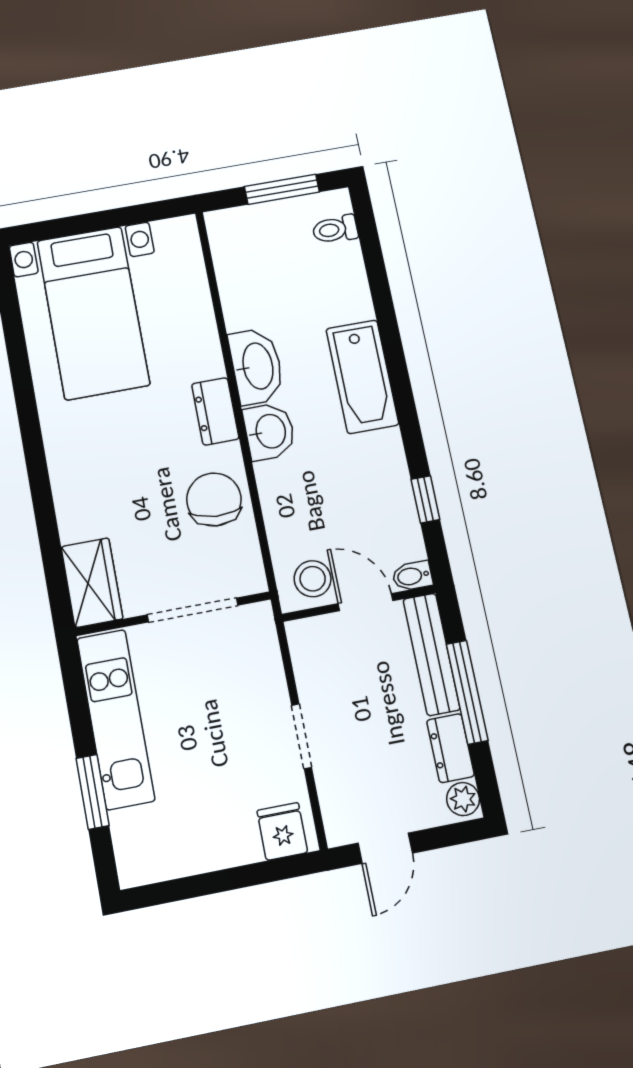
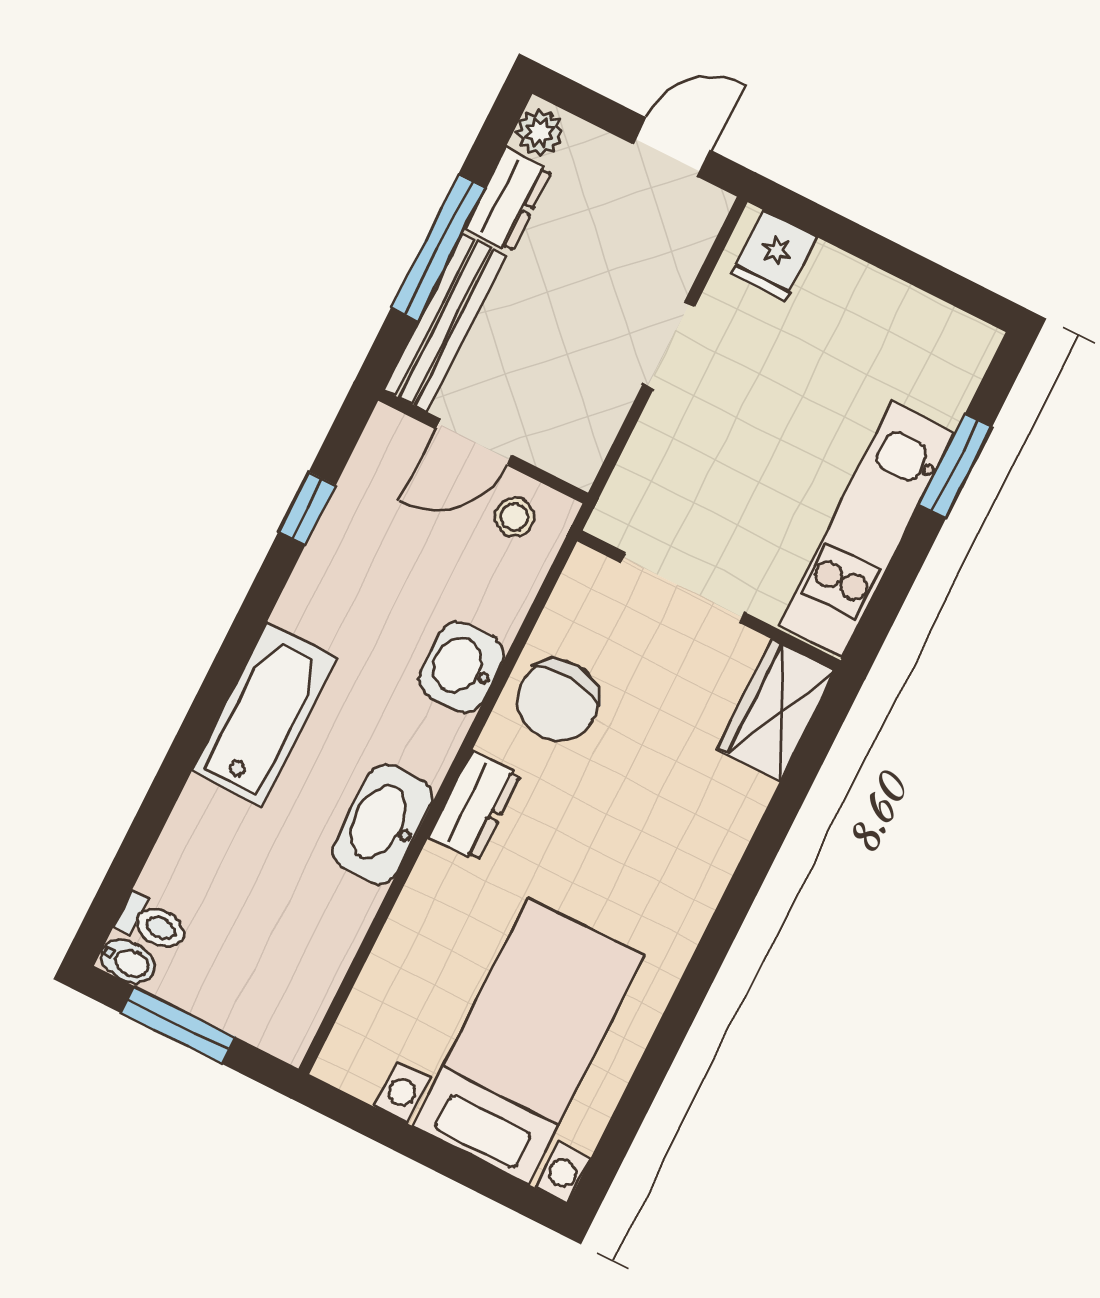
washbasin: (269, 431) -> (462, 667), moved
bidet: (412, 576) -> (128, 961), moved
stool: (313, 579) -> (515, 517), width x0.73, depth x0.73
door: (366, 602) -> (474, 442), hinge flipped

